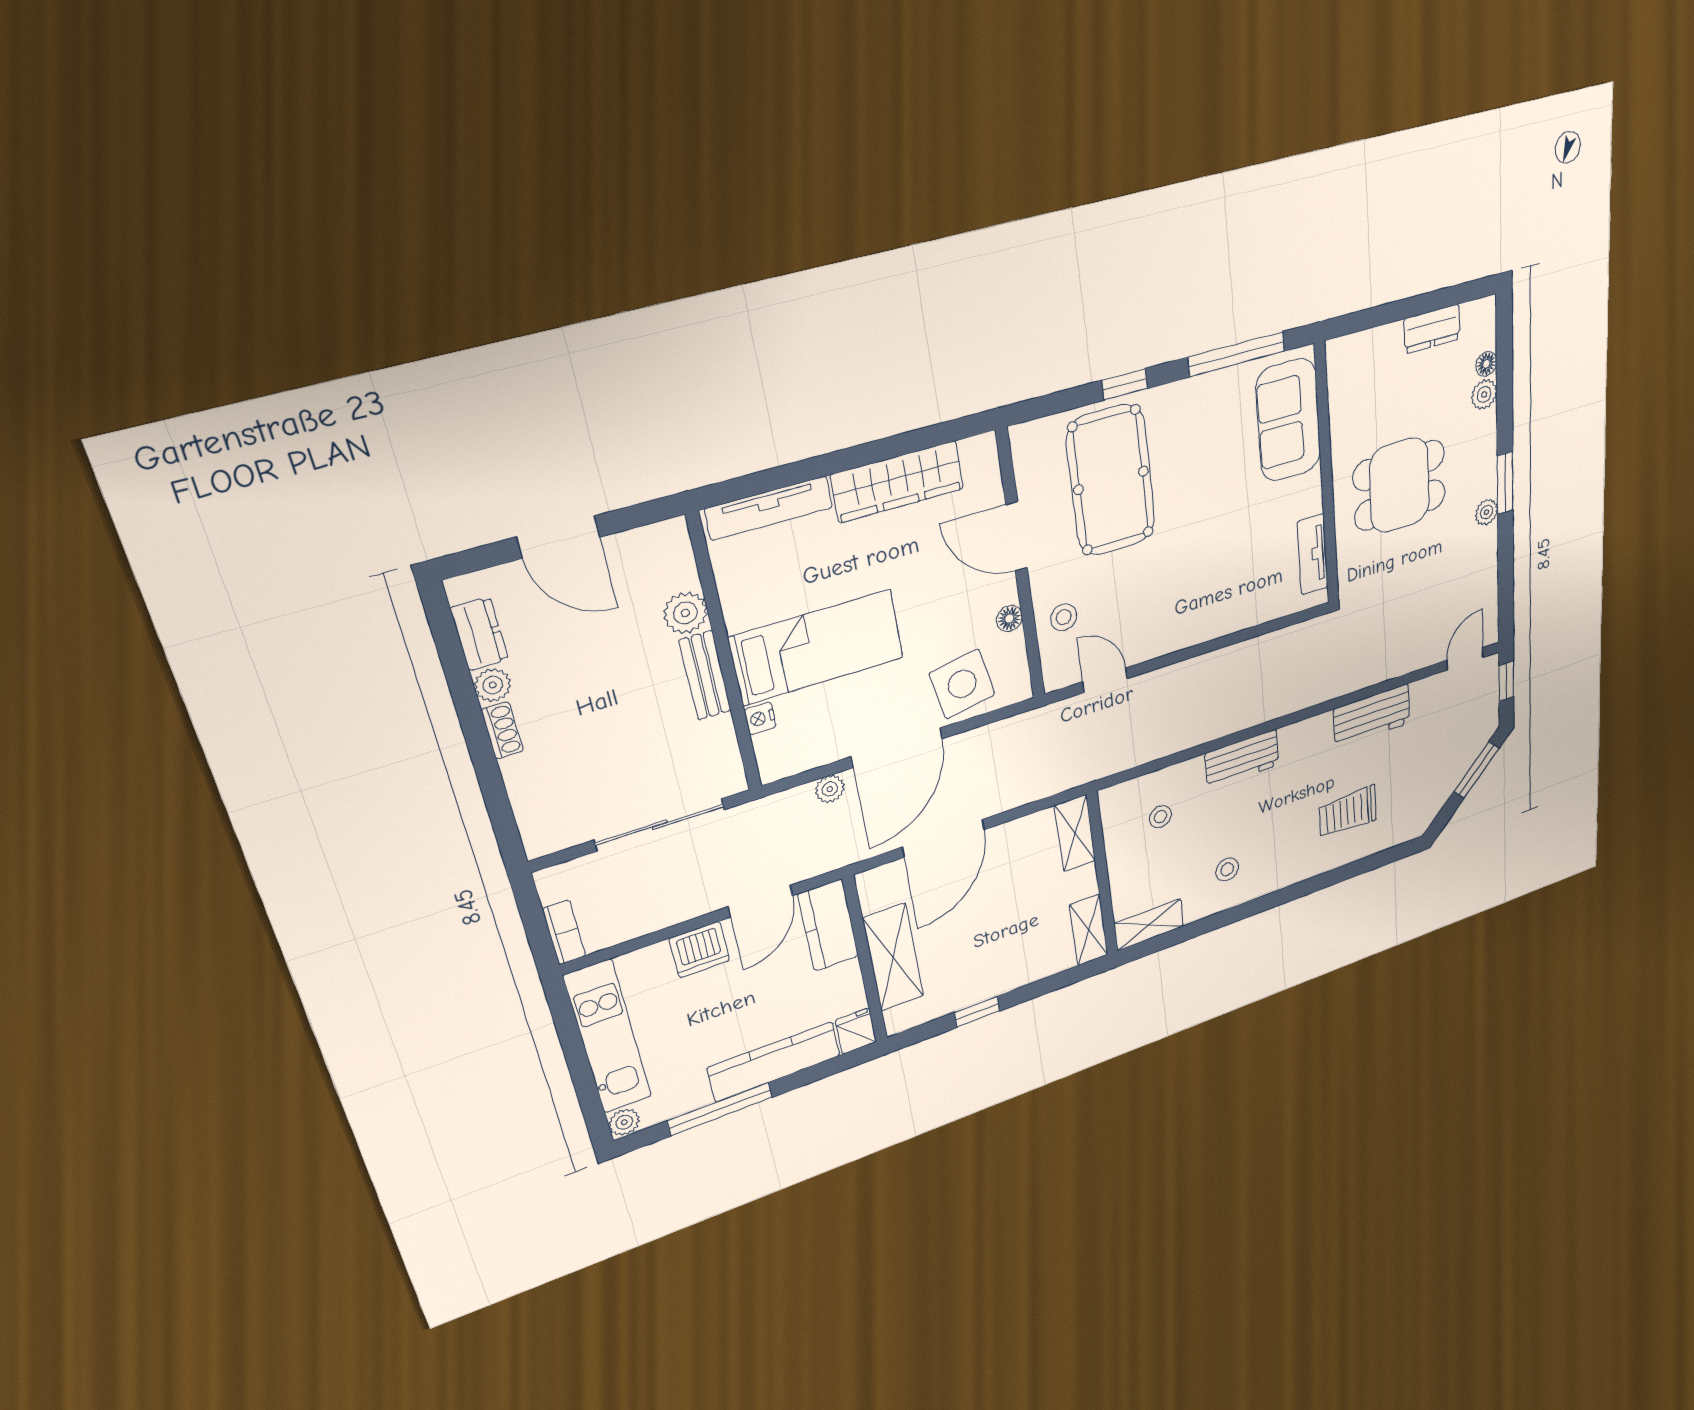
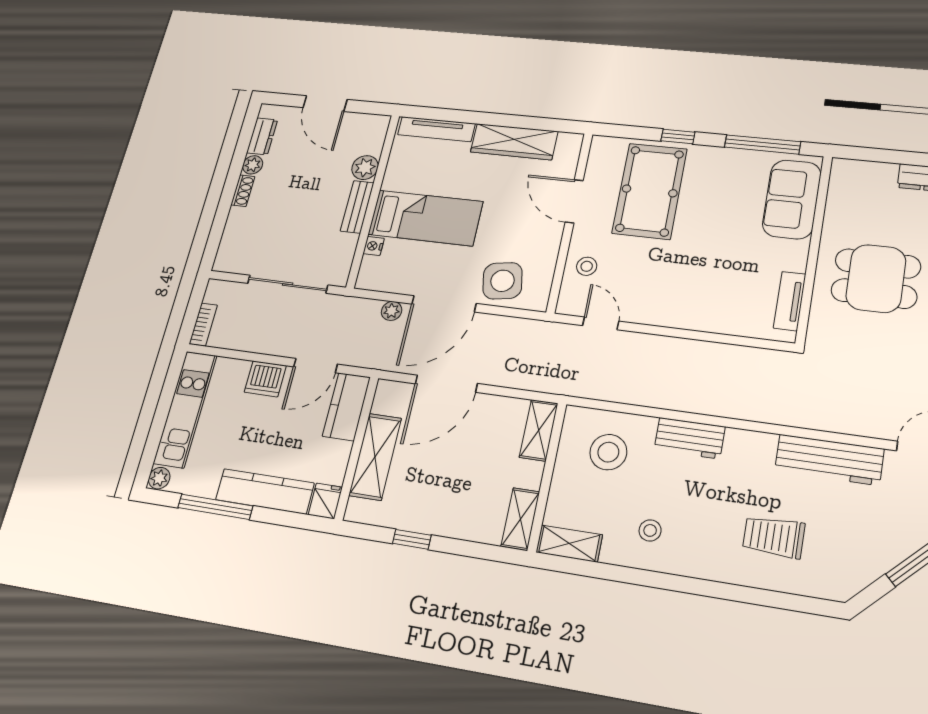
floor lamp: (1009, 618) -> (550, 251), removed
workbench: (1372, 716) -> (829, 460), width x1.38
stool: (1160, 817) -> (608, 452), width x1.89, depth x1.89

